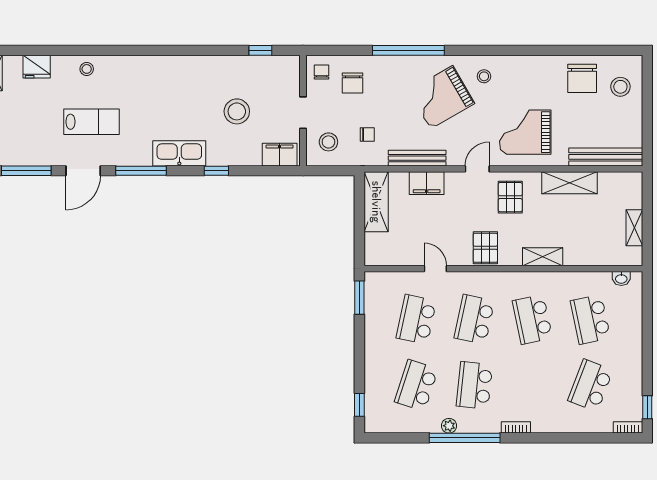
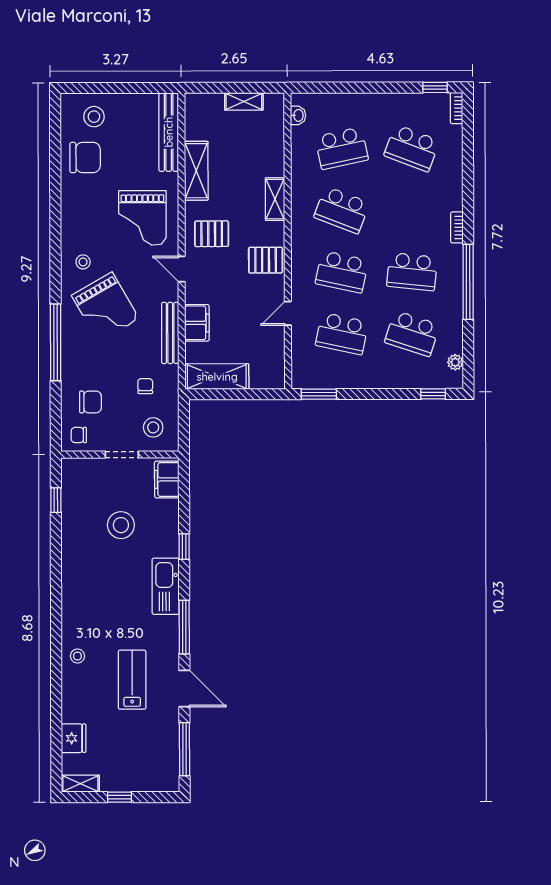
stool: (87, 69) -> (77, 656), moved
school desk: (532, 319) -> (342, 210), turned 33
plant: (449, 426) -> (455, 362), moved

